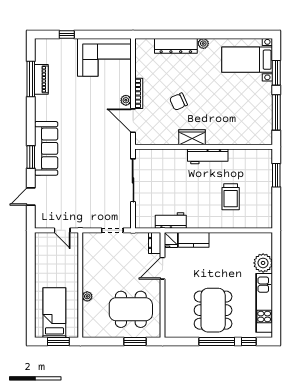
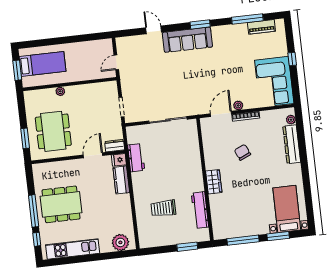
window: (67, 34) -> (292, 59), moved
plant: (203, 43) -> (291, 120), moved
piano: (41, 79) -> (261, 27), moved
wardrobe: (192, 137) -> (214, 182), moved
workbench: (208, 156) -> (200, 210), moved
window: (31, 157) -> (200, 24), moved
door: (31, 196) -> (154, 30), moved
plant: (263, 263) -> (120, 242), moved
door: (163, 268) -> (93, 155), hinge flipped

